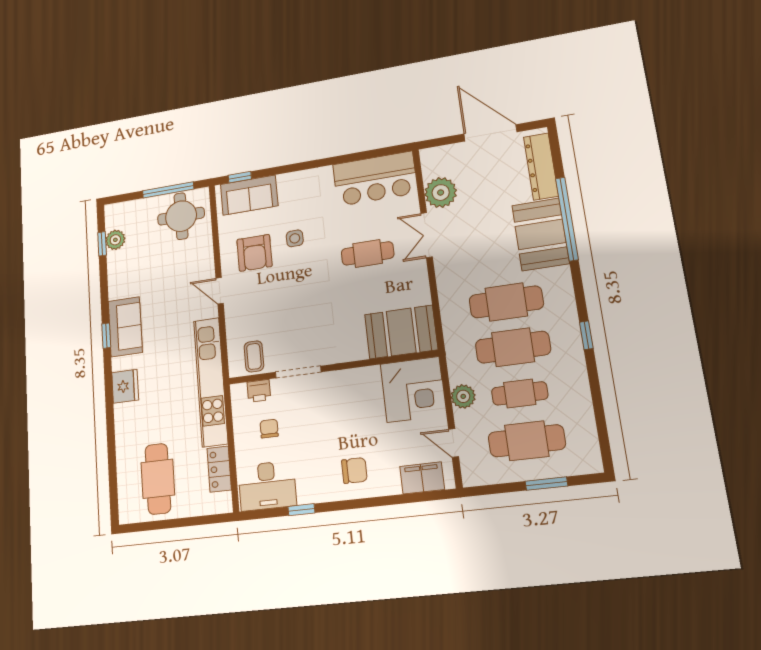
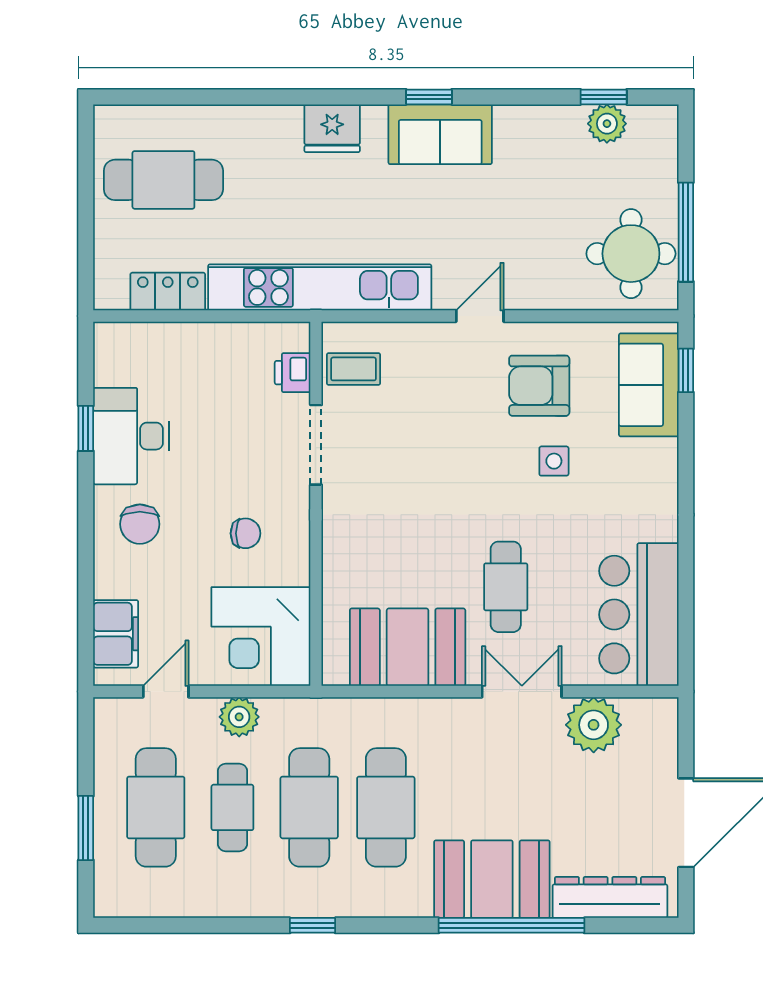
booth: (401, 332) -> (408, 647), moved, turned 90
chair: (269, 429) -> (245, 533), moved
desk: (267, 486) -> (131, 436), moved

